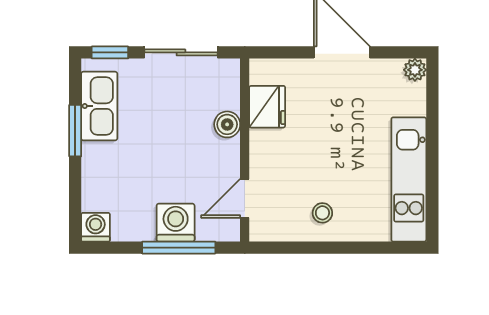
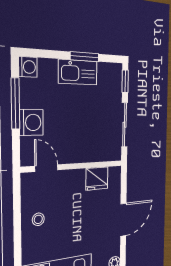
kitchen sink: (99, 106) -> (78, 72), moved
boiler: (227, 124) -> (88, 154), removed
window: (179, 248) -> (15, 104), moved

